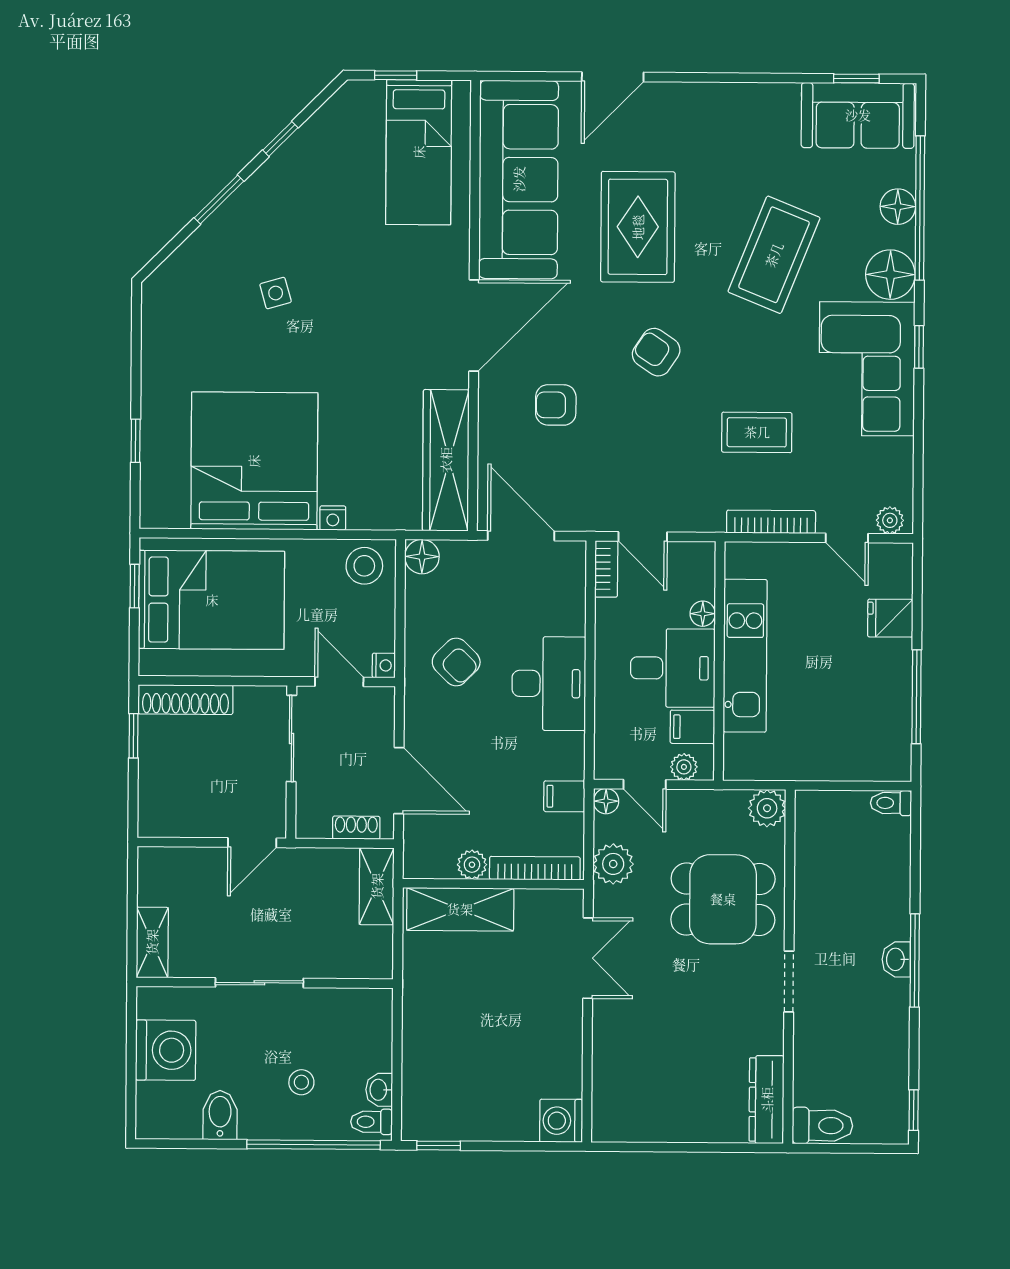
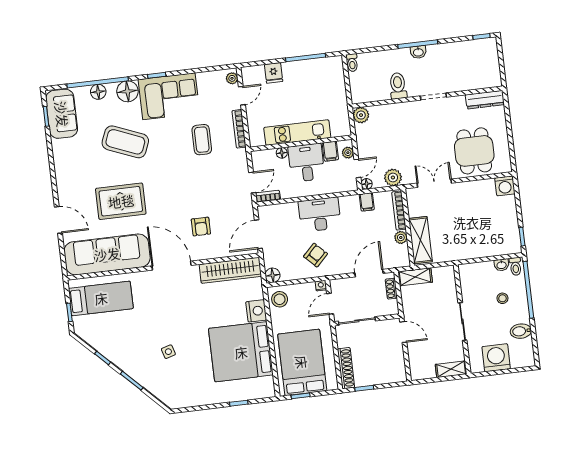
armchair: (656, 352) -> (173, 187), removed
nightstand: (333, 518) -> (256, 311), width x1.89, depth x1.79
dining table: (723, 899) -> (474, 151), moved
toilet: (822, 1126) -> (398, 86), moved

